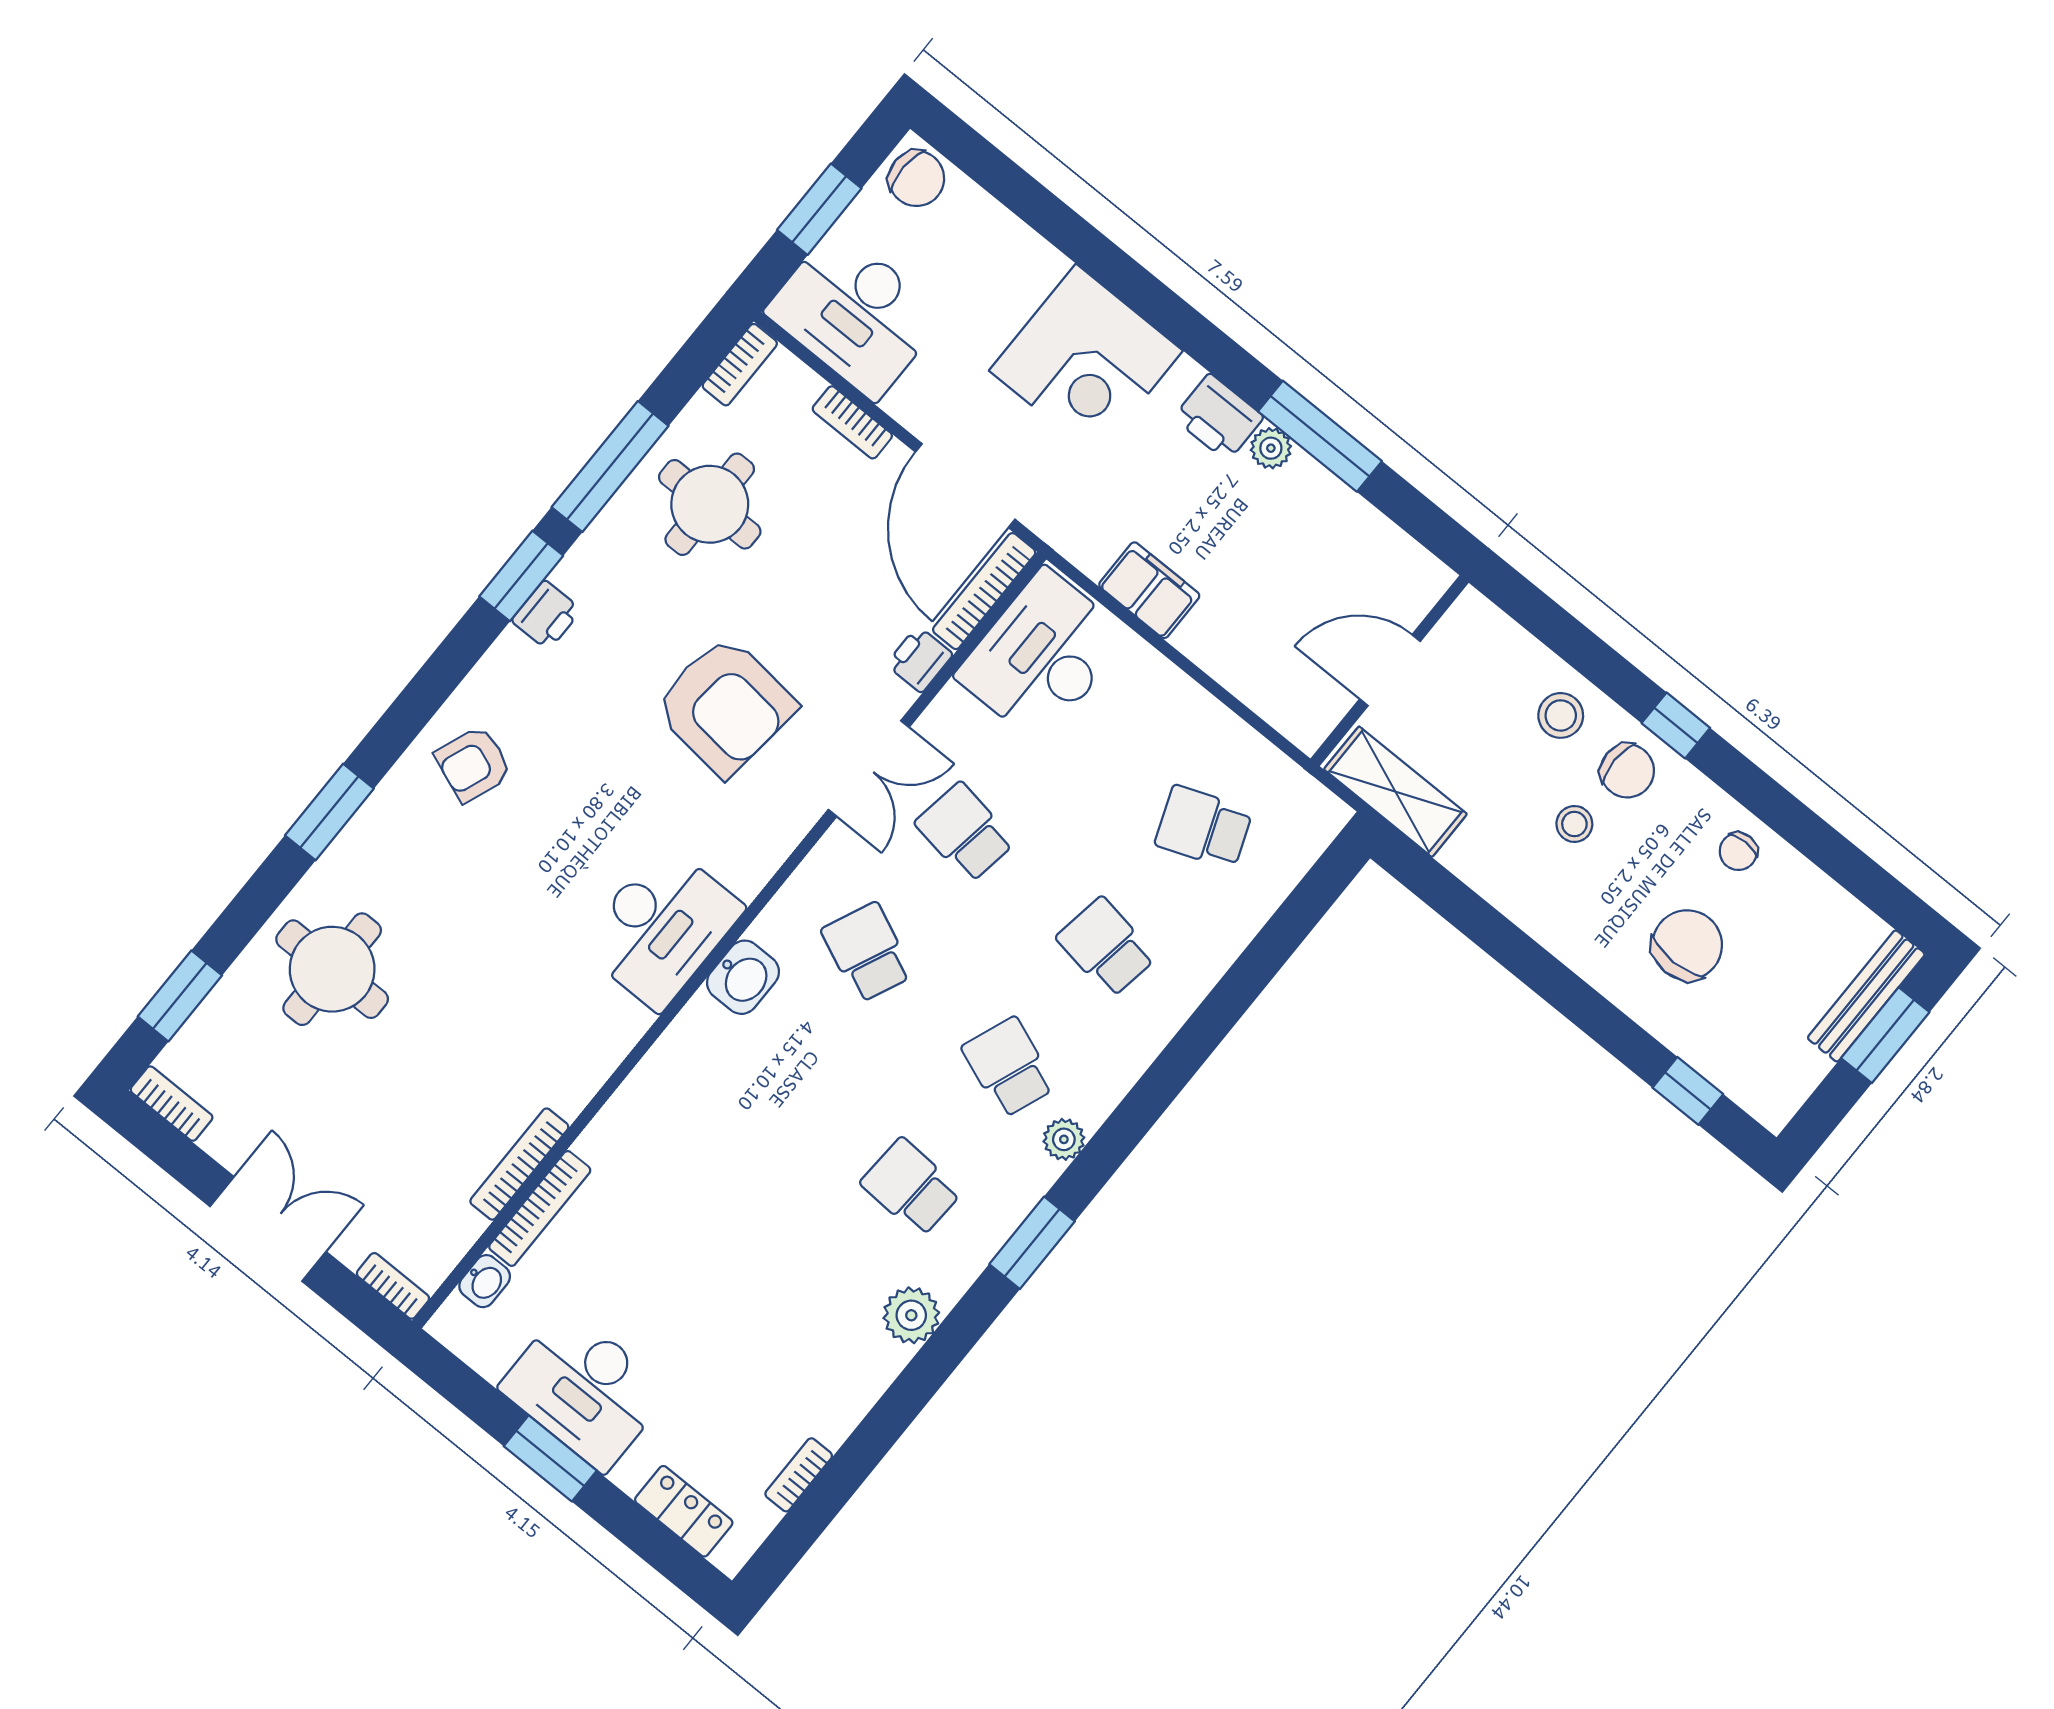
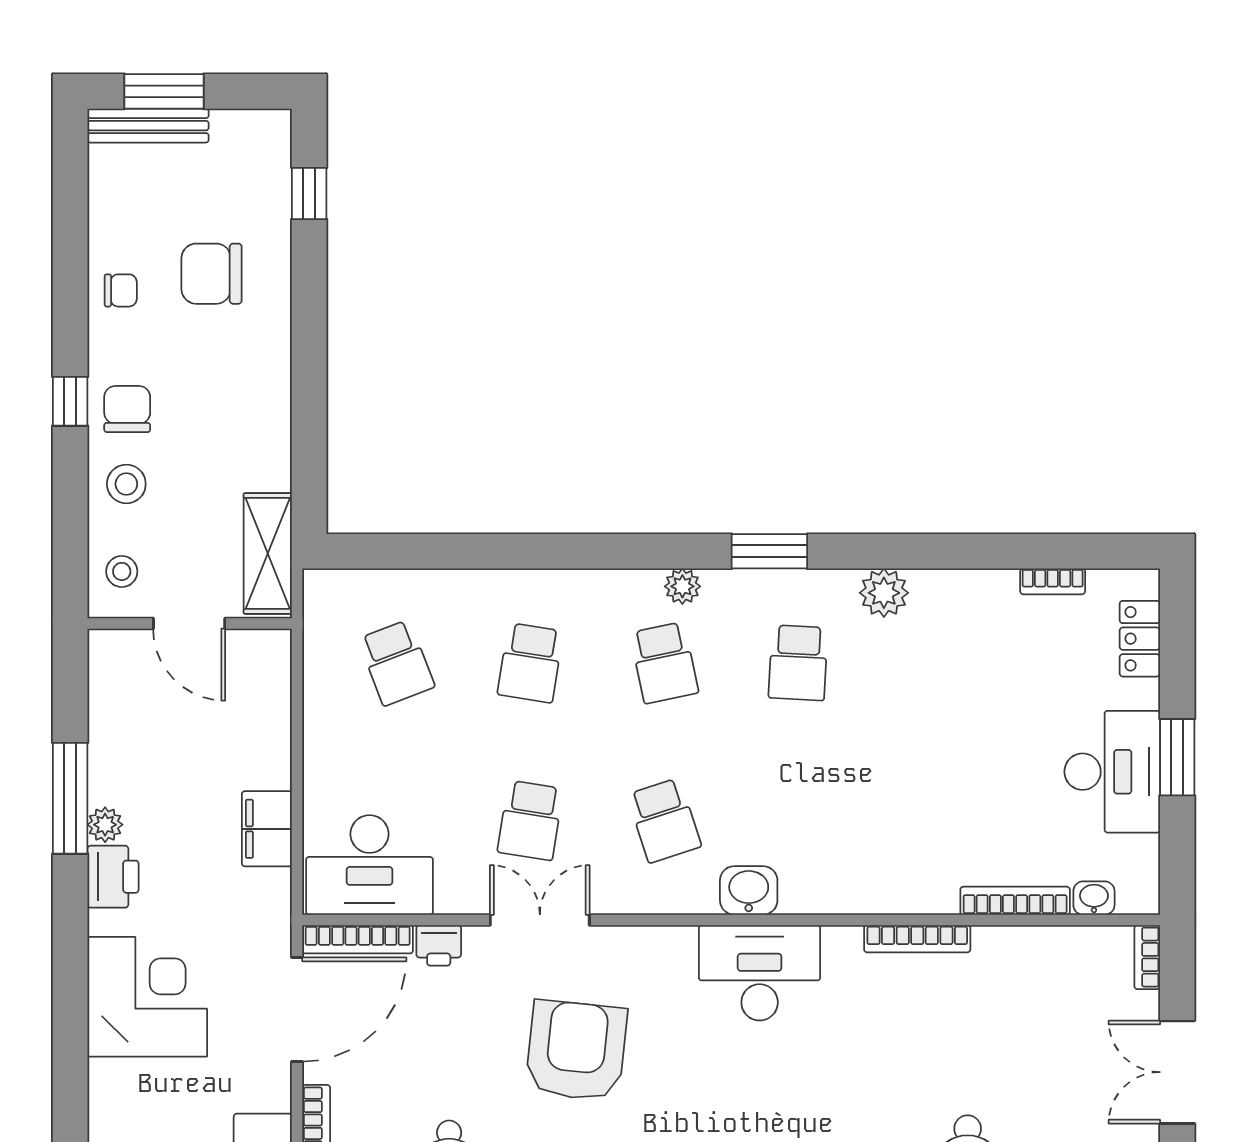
stool: (1574, 824) -> (122, 571), moved
school desk: (867, 952) -> (664, 820), turned -42
school desk: (1009, 1067) -> (664, 663), turned -33
bookcase: (519, 1164) -> (917, 939), moved

